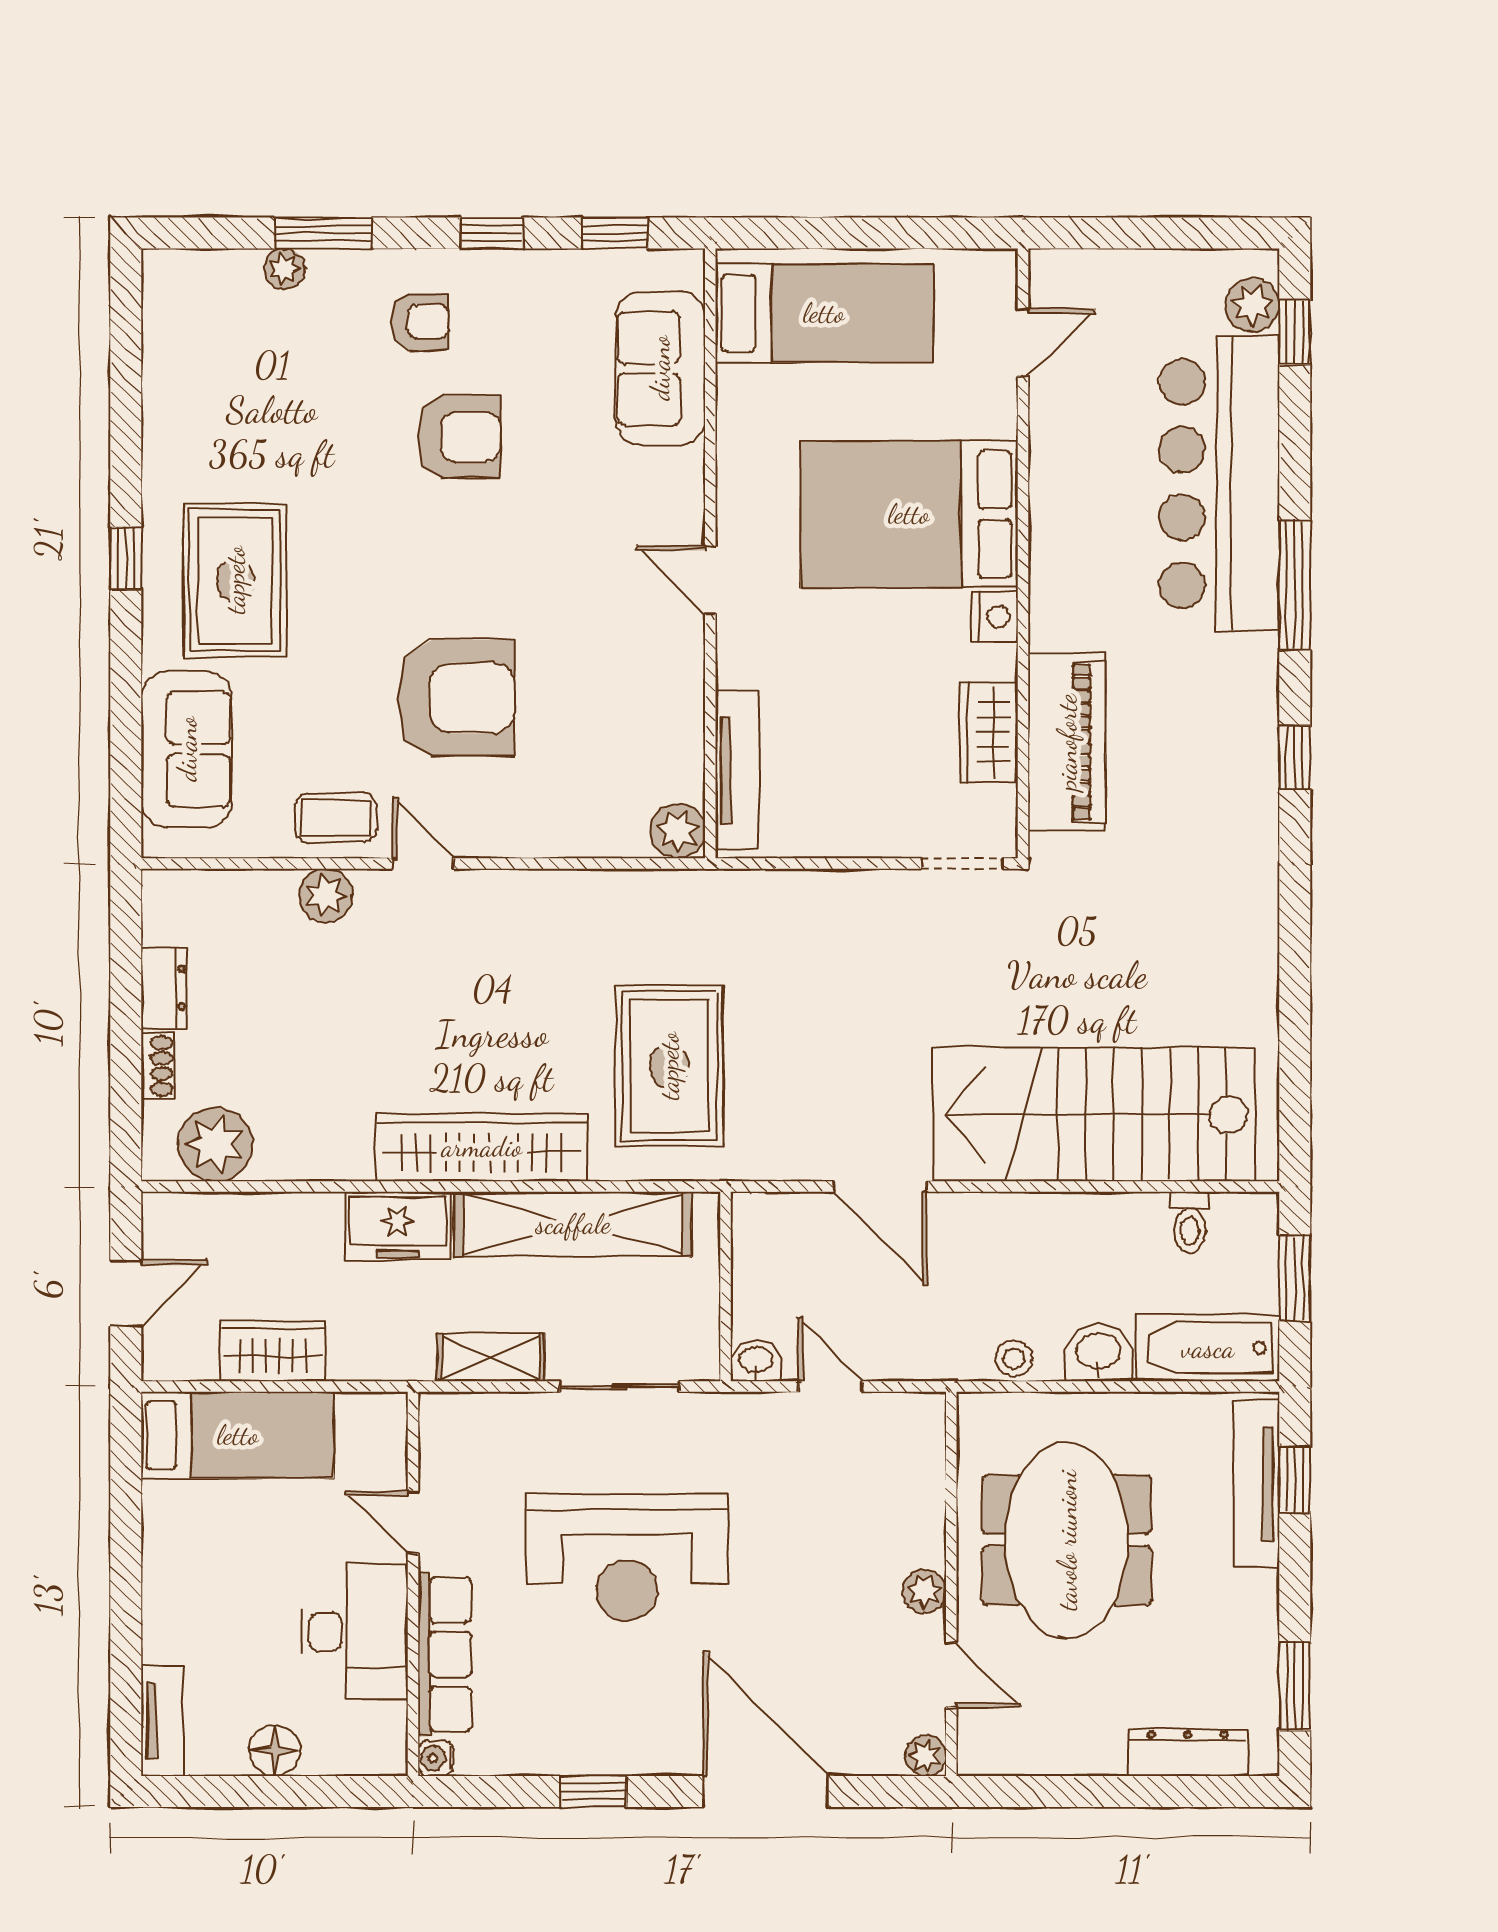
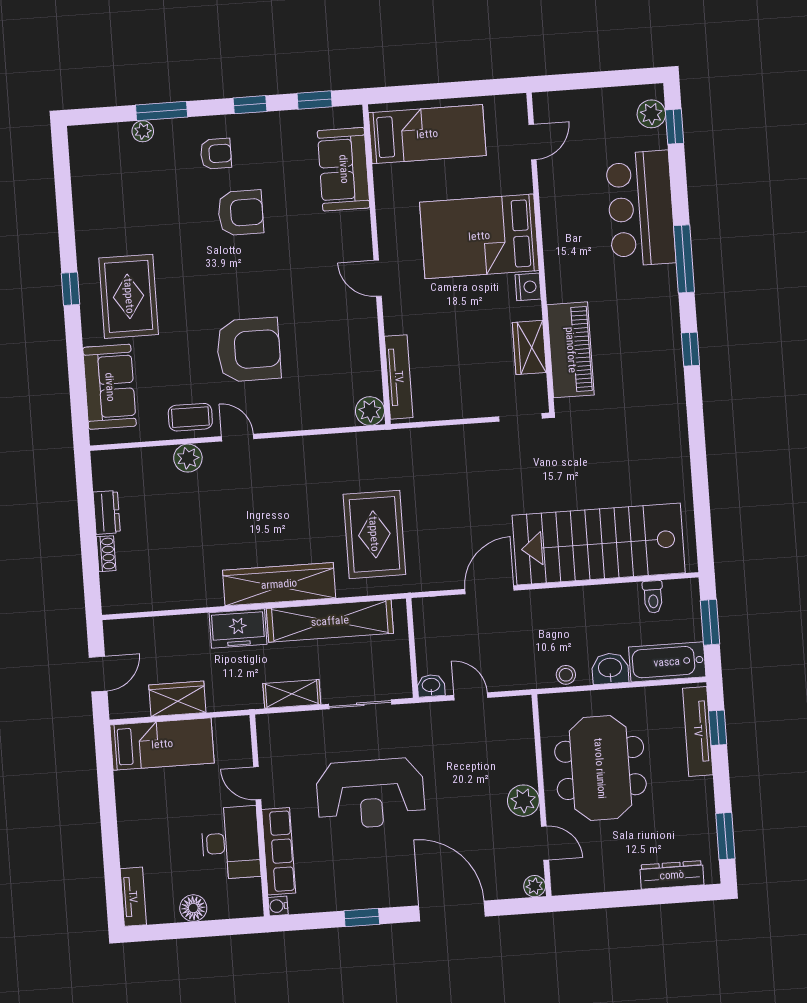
bar counter: (1219, 483) -> (641, 209), width x0.73
plant: (215, 1144) -> (139, 593), removed
door: (880, 1187) -> (489, 590), swing flipped
plant: (924, 1592) -> (523, 801), width x1.38, depth x1.38

